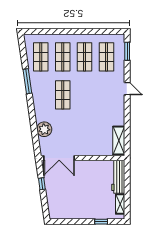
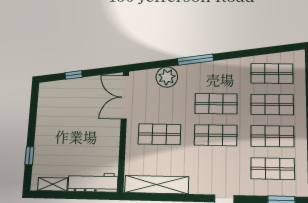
window: (27, 81) -> (195, 60), moved
shop shelf: (85, 95) -> (216, 135), added
shop shelf: (85, 133) -> (159, 134), added
shelving: (119, 140) -> (157, 185), width x1.47
window: (42, 184) -> (74, 75), moved

